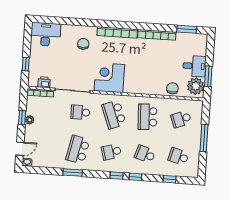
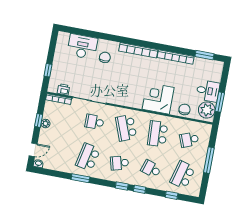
desk: (46, 34) -> (82, 47), moved
corner desk: (109, 78) -> (158, 98), moved
school desk: (179, 156) -> (183, 175), width x1.85

